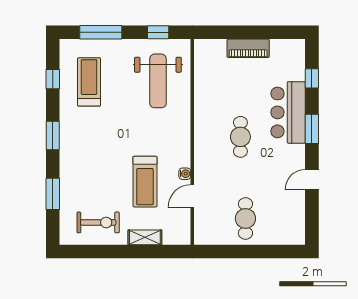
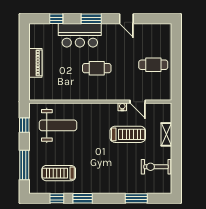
window: (53, 135) -> (83, 198), moved
exercise bike: (98, 222) -> (156, 167), turned -90

